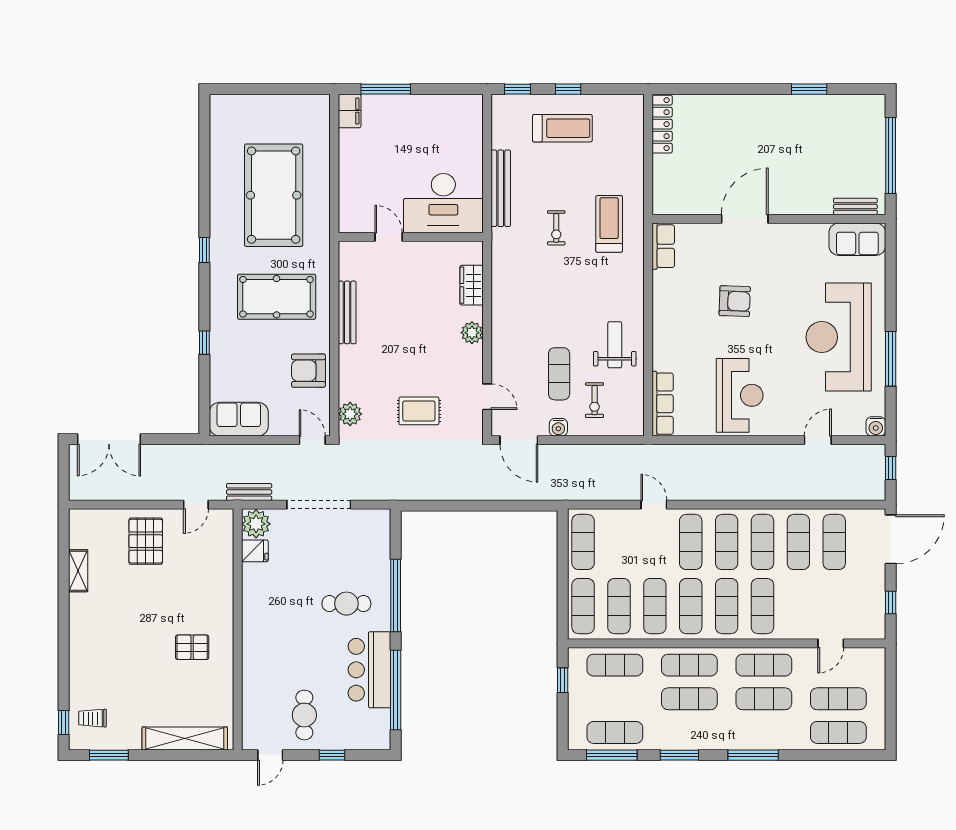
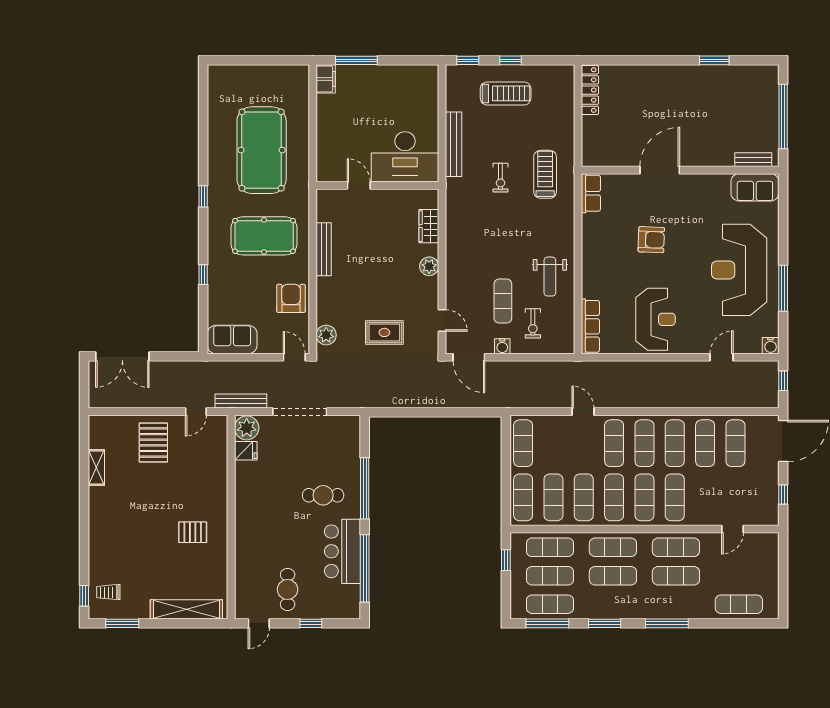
weight bench: (615, 345) -> (550, 277), turned 180
armchair: (308, 371) -> (291, 298), turned 90
bench: (249, 492) -> (241, 401), width x1.36
exercise mat: (838, 699) -> (550, 576), moved

